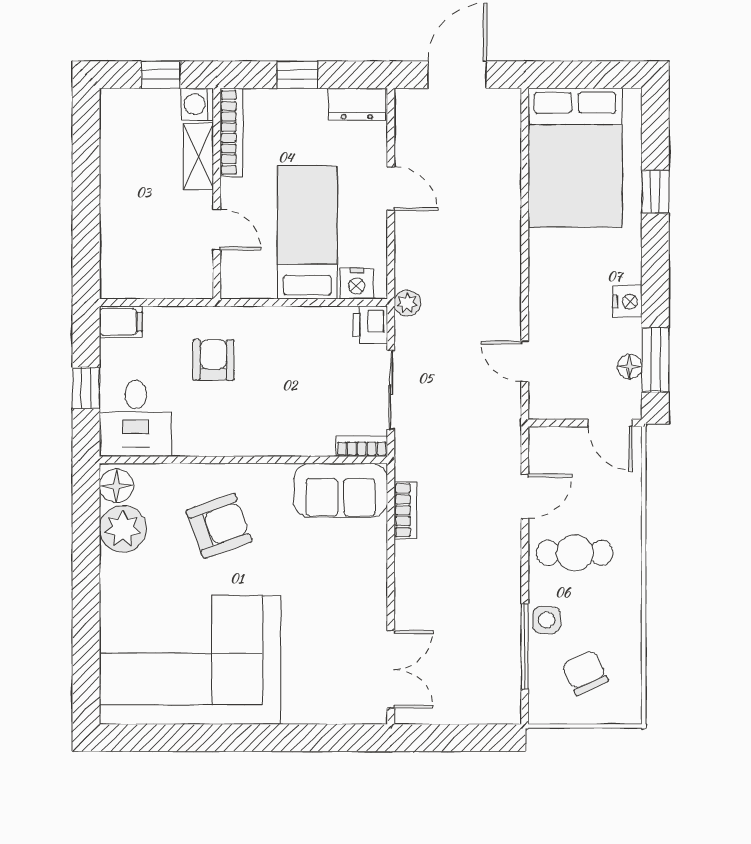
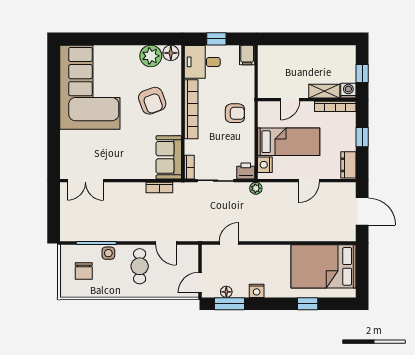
armchair: (213, 360) -> (235, 113), moved
bookcase: (237, 442) -> (191, 109), added
chair: (585, 673) -> (84, 271), turned 115

